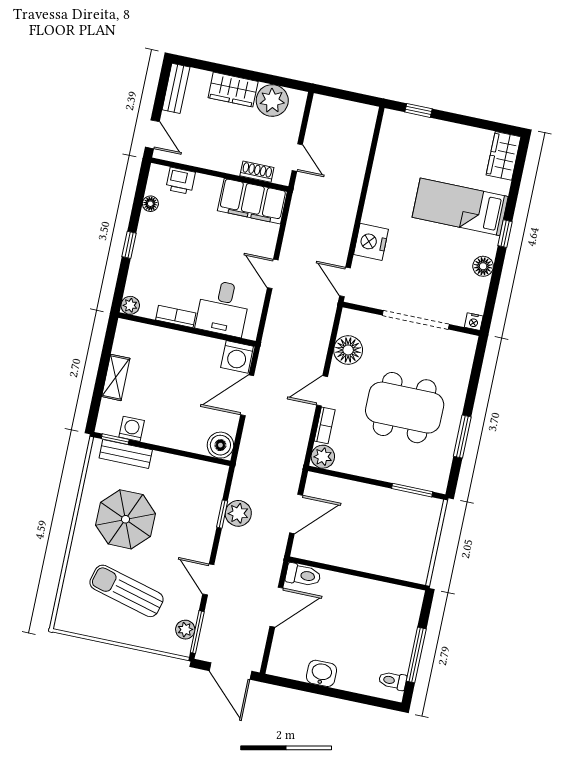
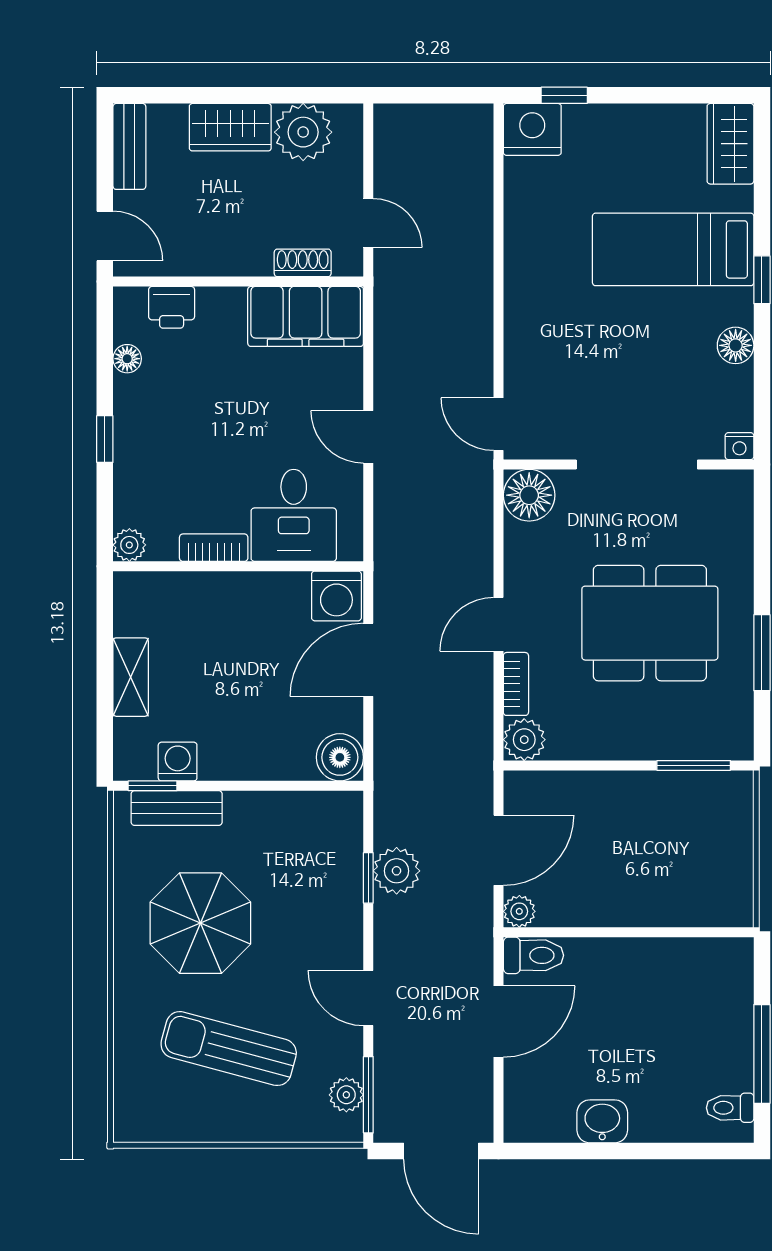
nightstand: (371, 242) -> (532, 129), moved, turned 90
floor lamp: (348, 350) -> (529, 495), moved
plant: (300, 550) -> (519, 911), added

